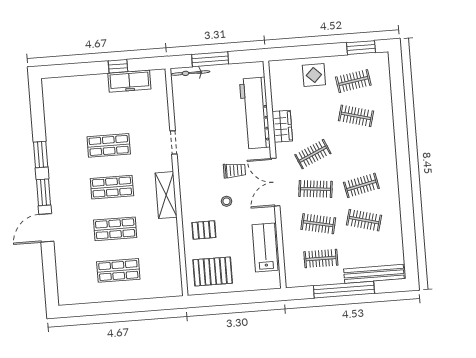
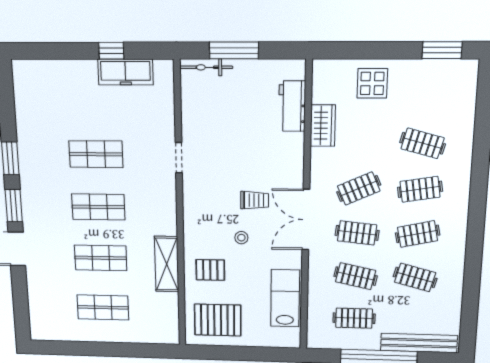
clothes rail: (353, 81) -> (420, 189), moved
workbench: (255, 113) -> (292, 106), width x0.53, depth x0.76
wardrobe: (282, 126) -> (323, 126), moved
shelving: (166, 195) -> (167, 264), moved

